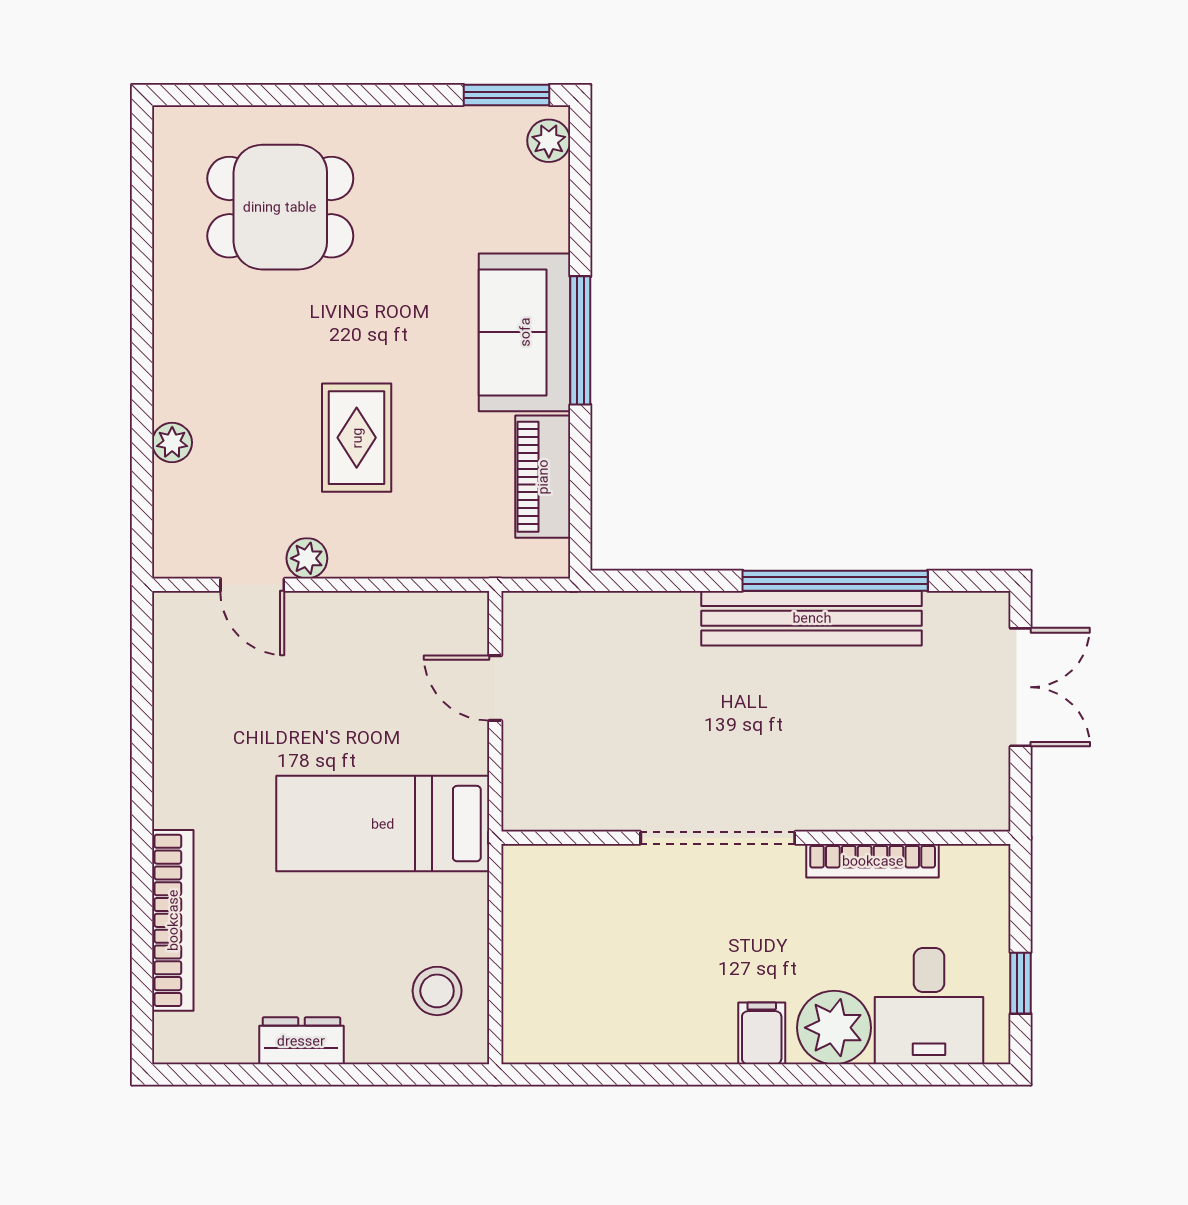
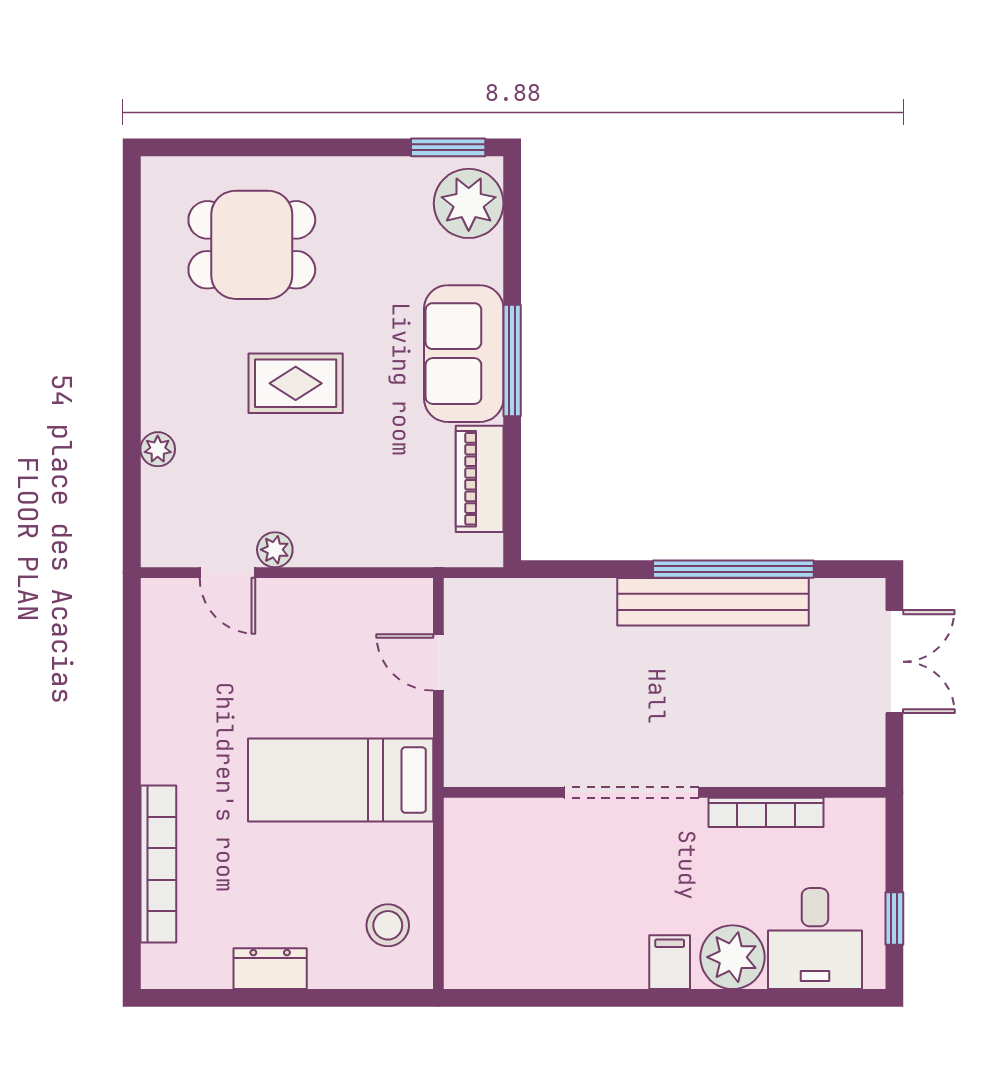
plant: (549, 141) -> (469, 203), width x1.88, depth x1.88
rug: (357, 438) -> (296, 383), moved, turned 90

